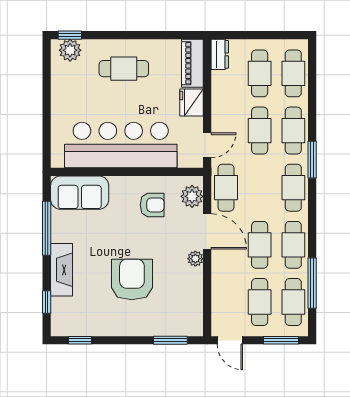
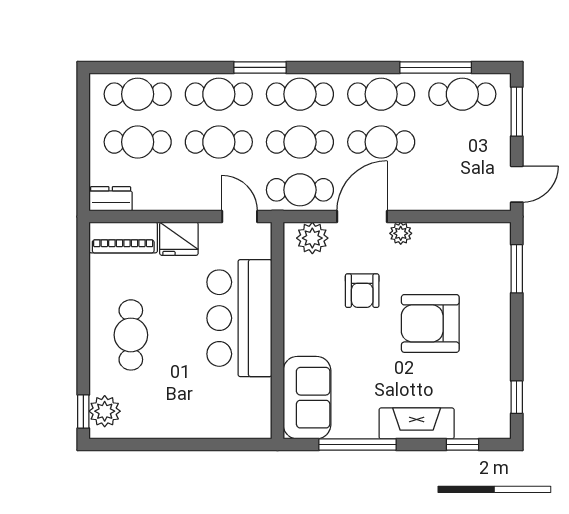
bar counter: (121, 145) -> (239, 318), width x0.73
armchair: (152, 205) -> (362, 291), moved, turned 180
cafe table: (260, 302) -> (300, 142), moved

